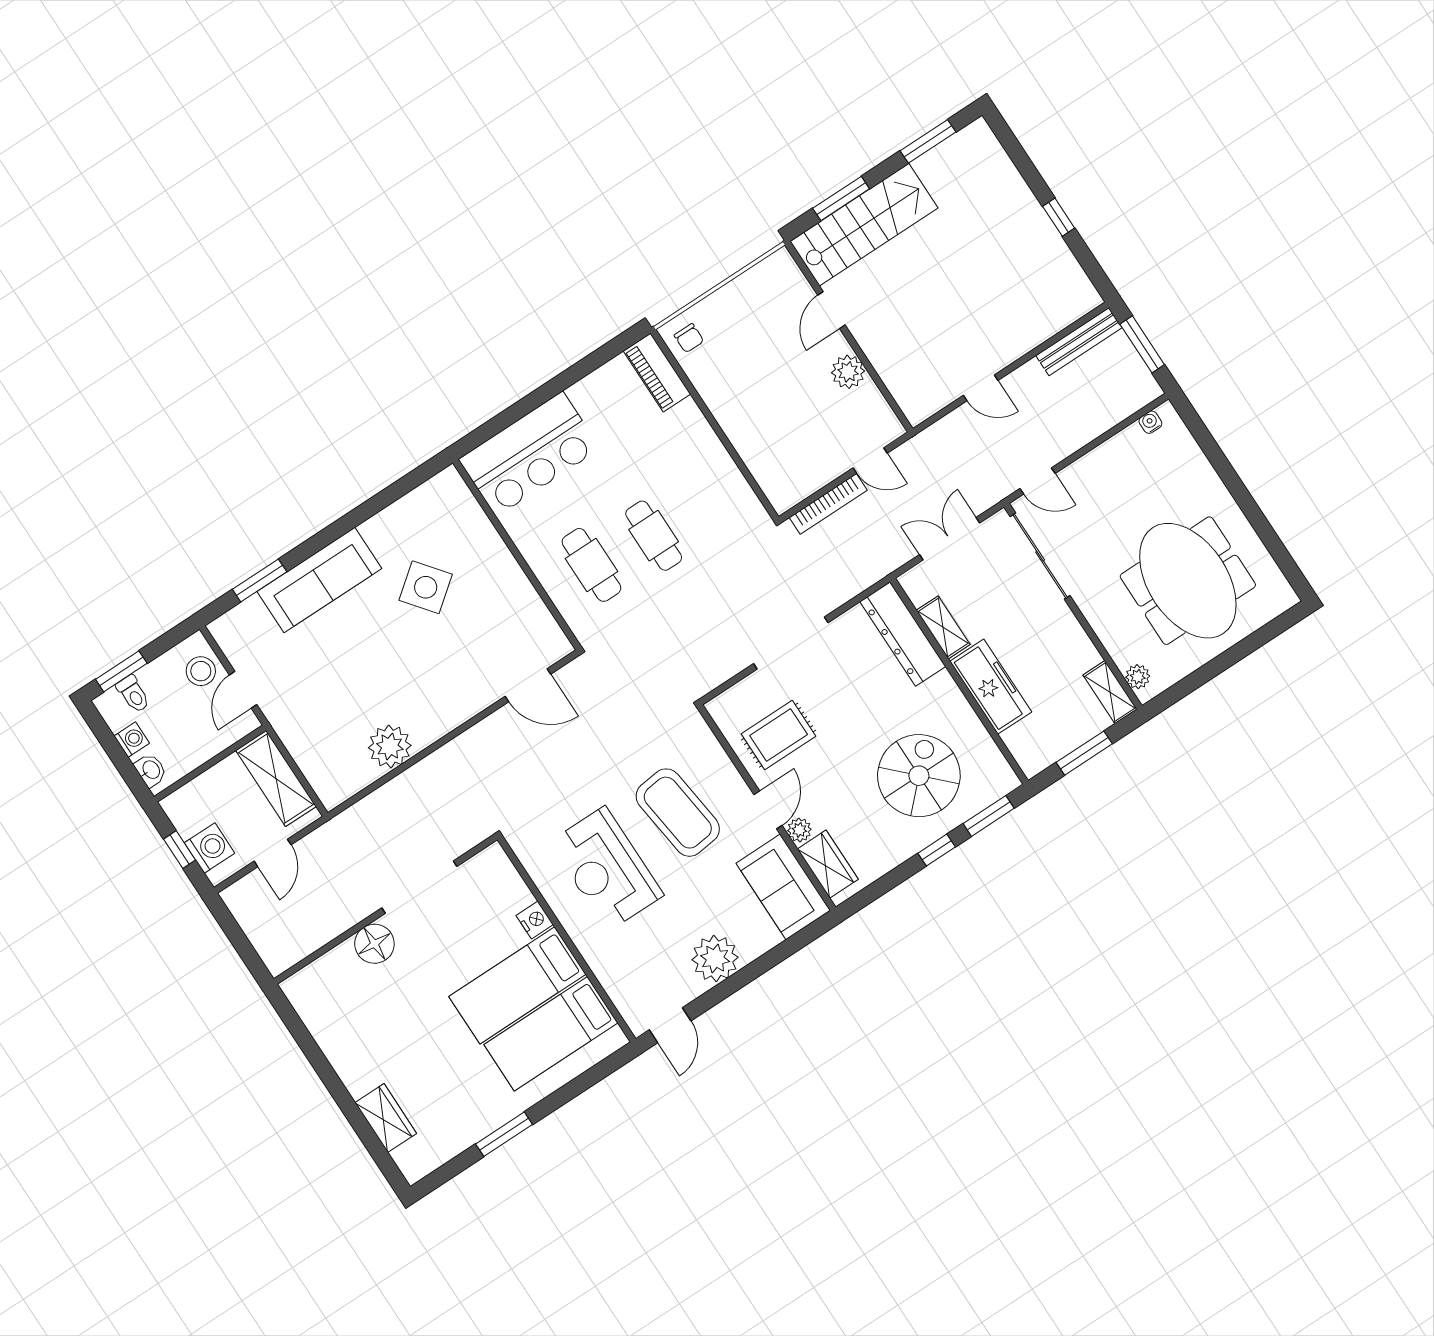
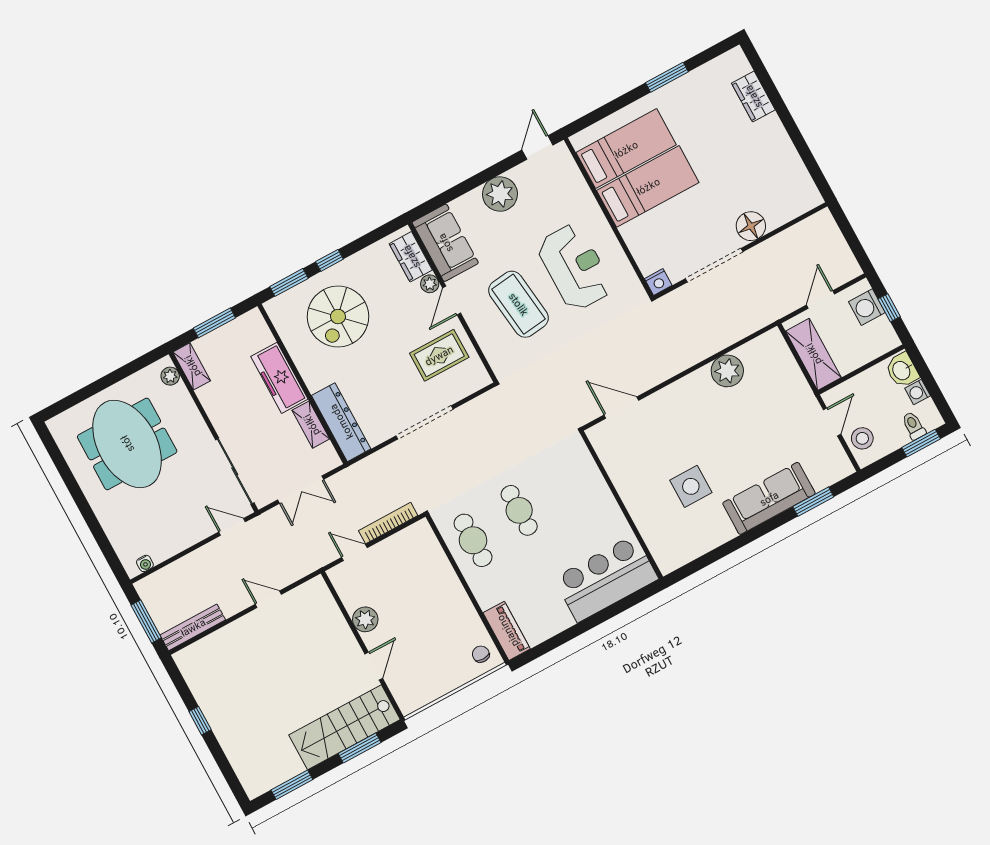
cafe table: (591, 565) -> (473, 540), moved
side table: (426, 587) -> (691, 486), turned 38
washbasin: (151, 770) -> (902, 370), width x1.38, depth x1.45
nightstand: (535, 920) -> (658, 282), moved, turned -90

